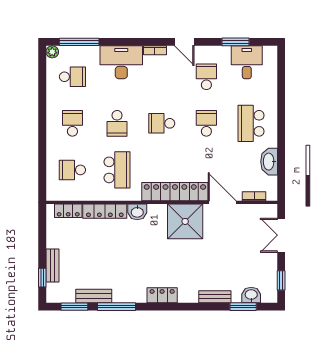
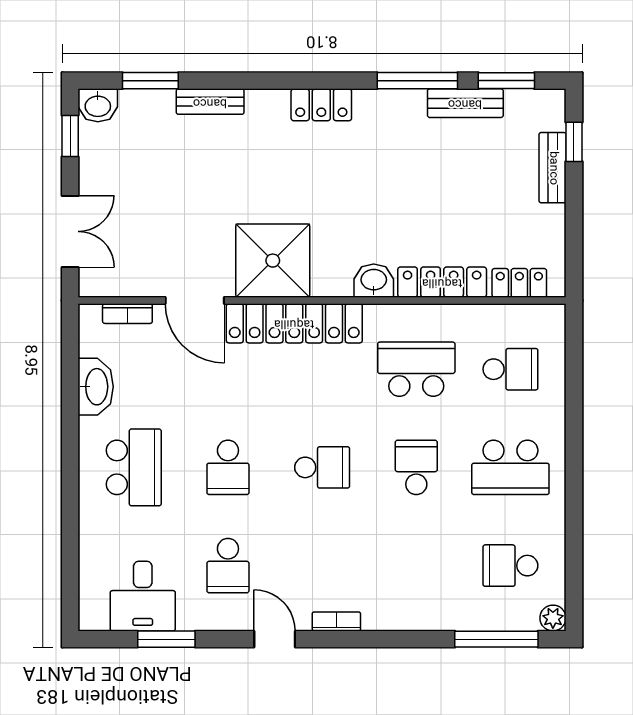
desk: (121, 62) -> (407, 596), removed
school desk: (72, 123) -> (510, 467), width x1.85
school desk: (117, 170) -> (416, 369), turned 90
washbasin: (251, 295) -> (98, 105), moved

